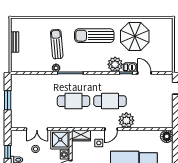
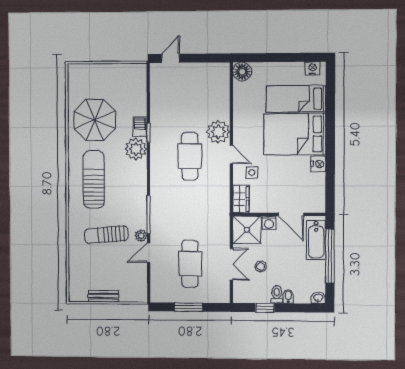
sun lounger: (94, 36) -> (94, 179), turned 180
door: (144, 73) -> (149, 253), moved
cafe table: (74, 101) -> (190, 264), moved

